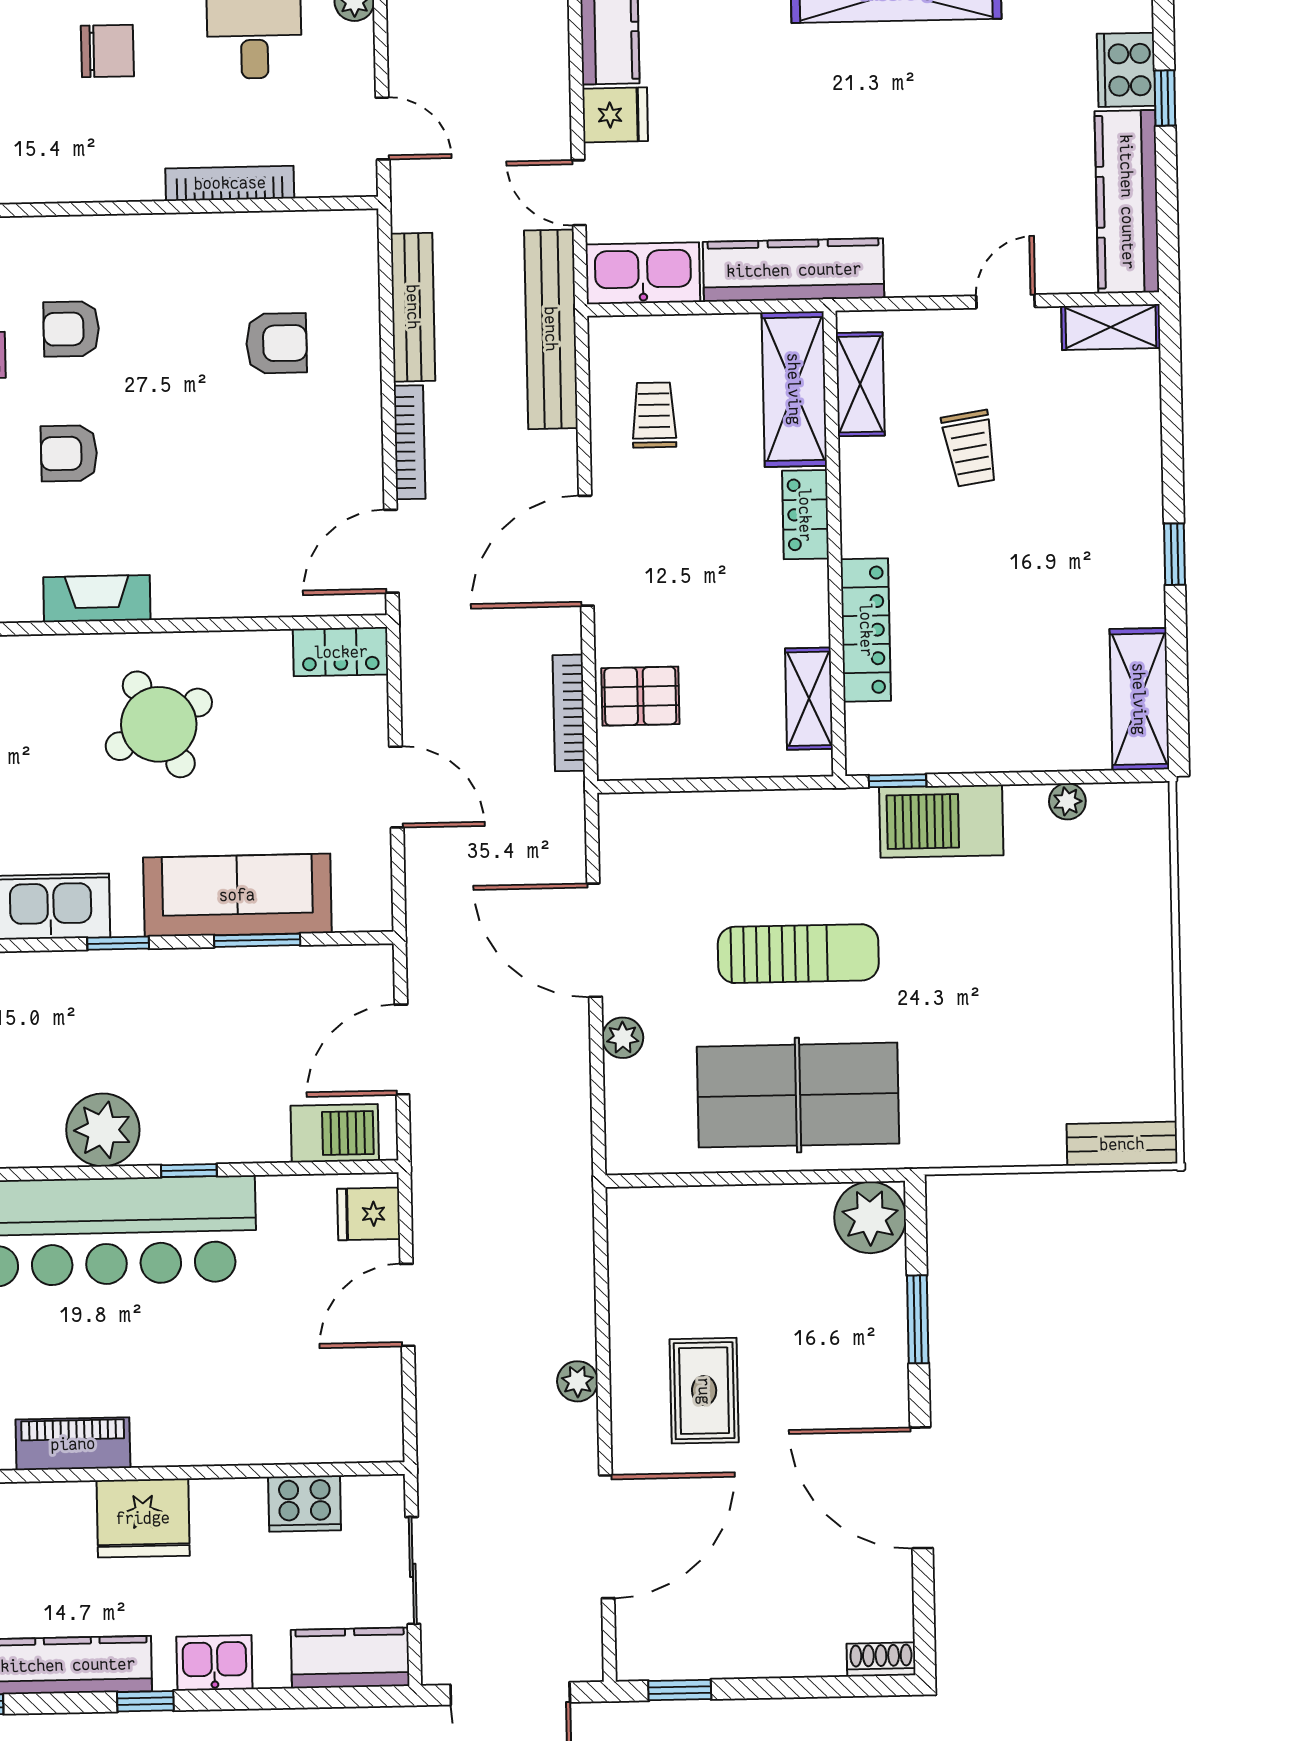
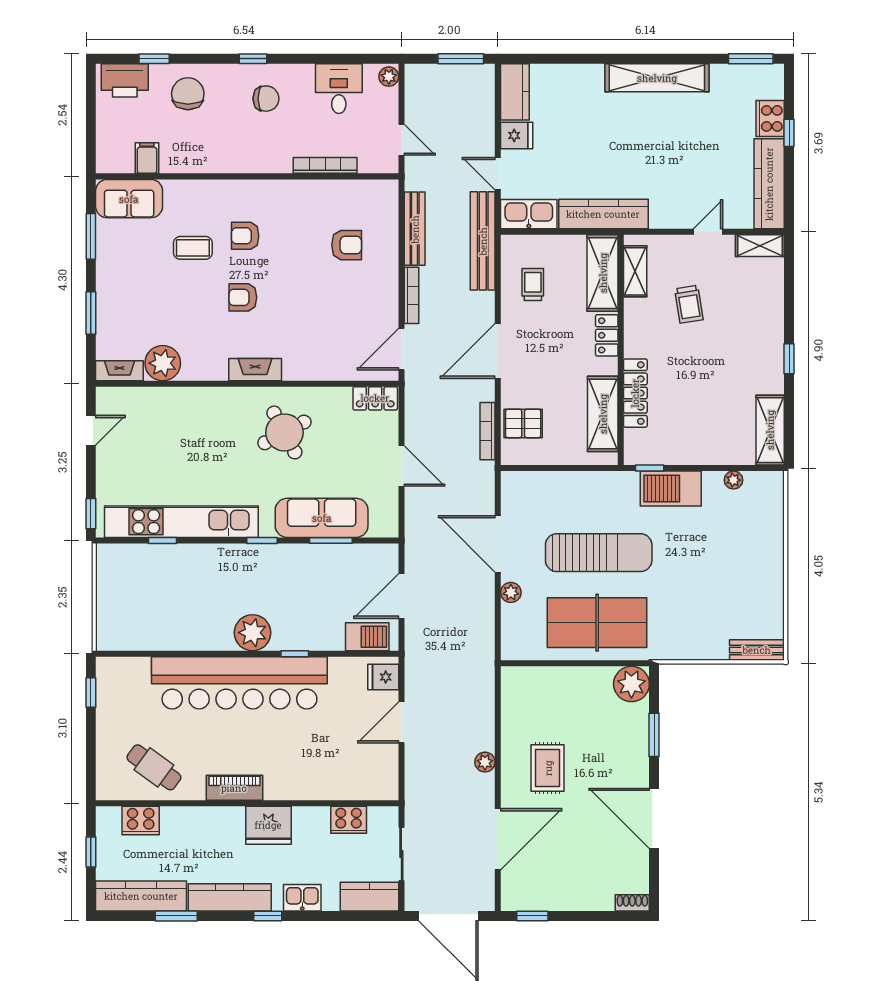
shelving: (809, 699) -> (603, 414), width x1.50, depth x1.33
sun lounger: (798, 954) -> (599, 553), width x1.36, depth x1.34

